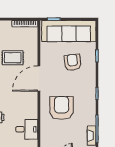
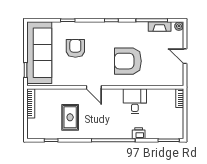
armchair: (73, 62) -> (75, 48), turned 97
door: (39, 79) -> (94, 87), width x0.53
desk: (27, 129) -> (135, 101), moved

